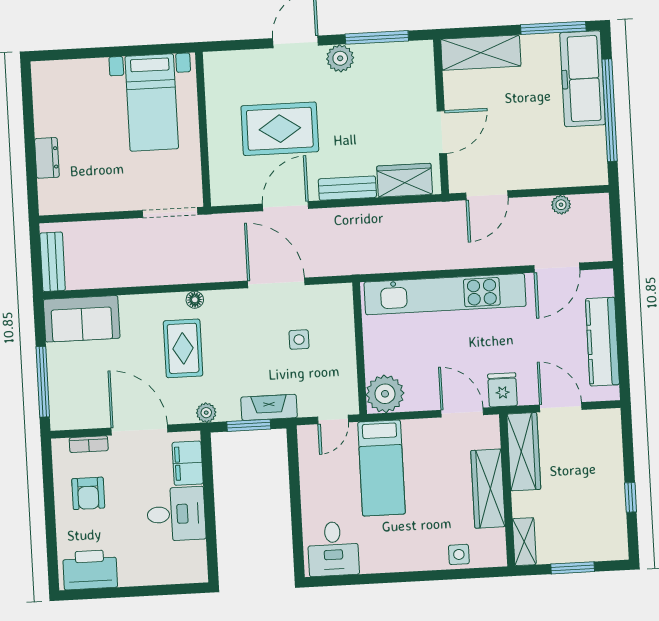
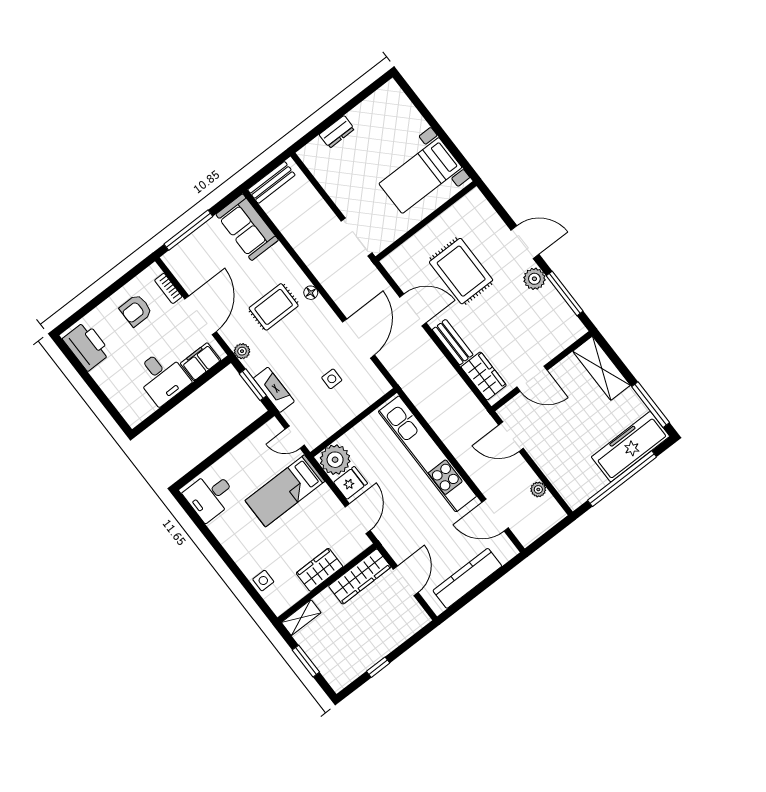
fridge: (502, 390) -> (351, 483), moved
wardrobe: (488, 489) -> (320, 570), width x0.67

